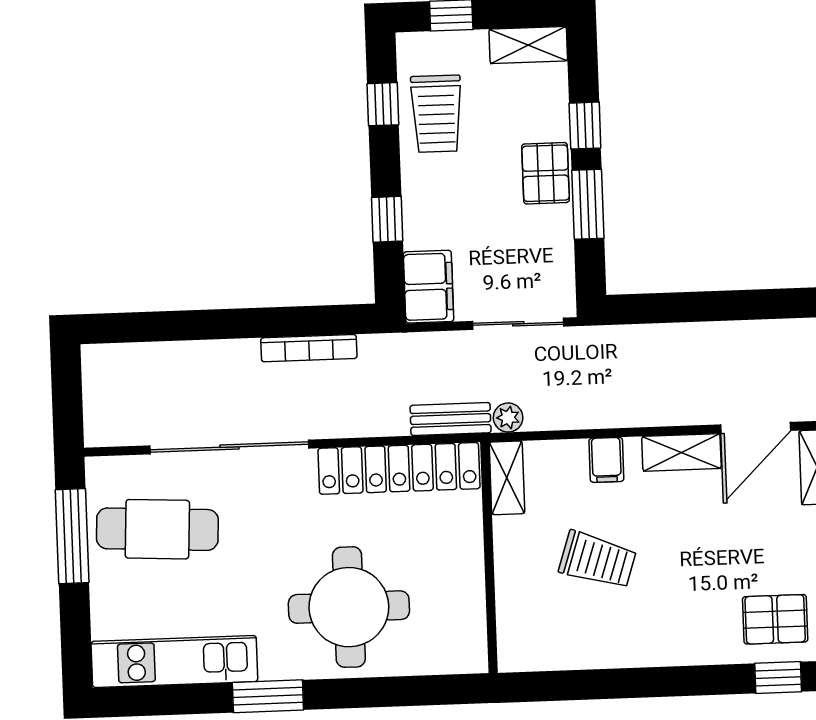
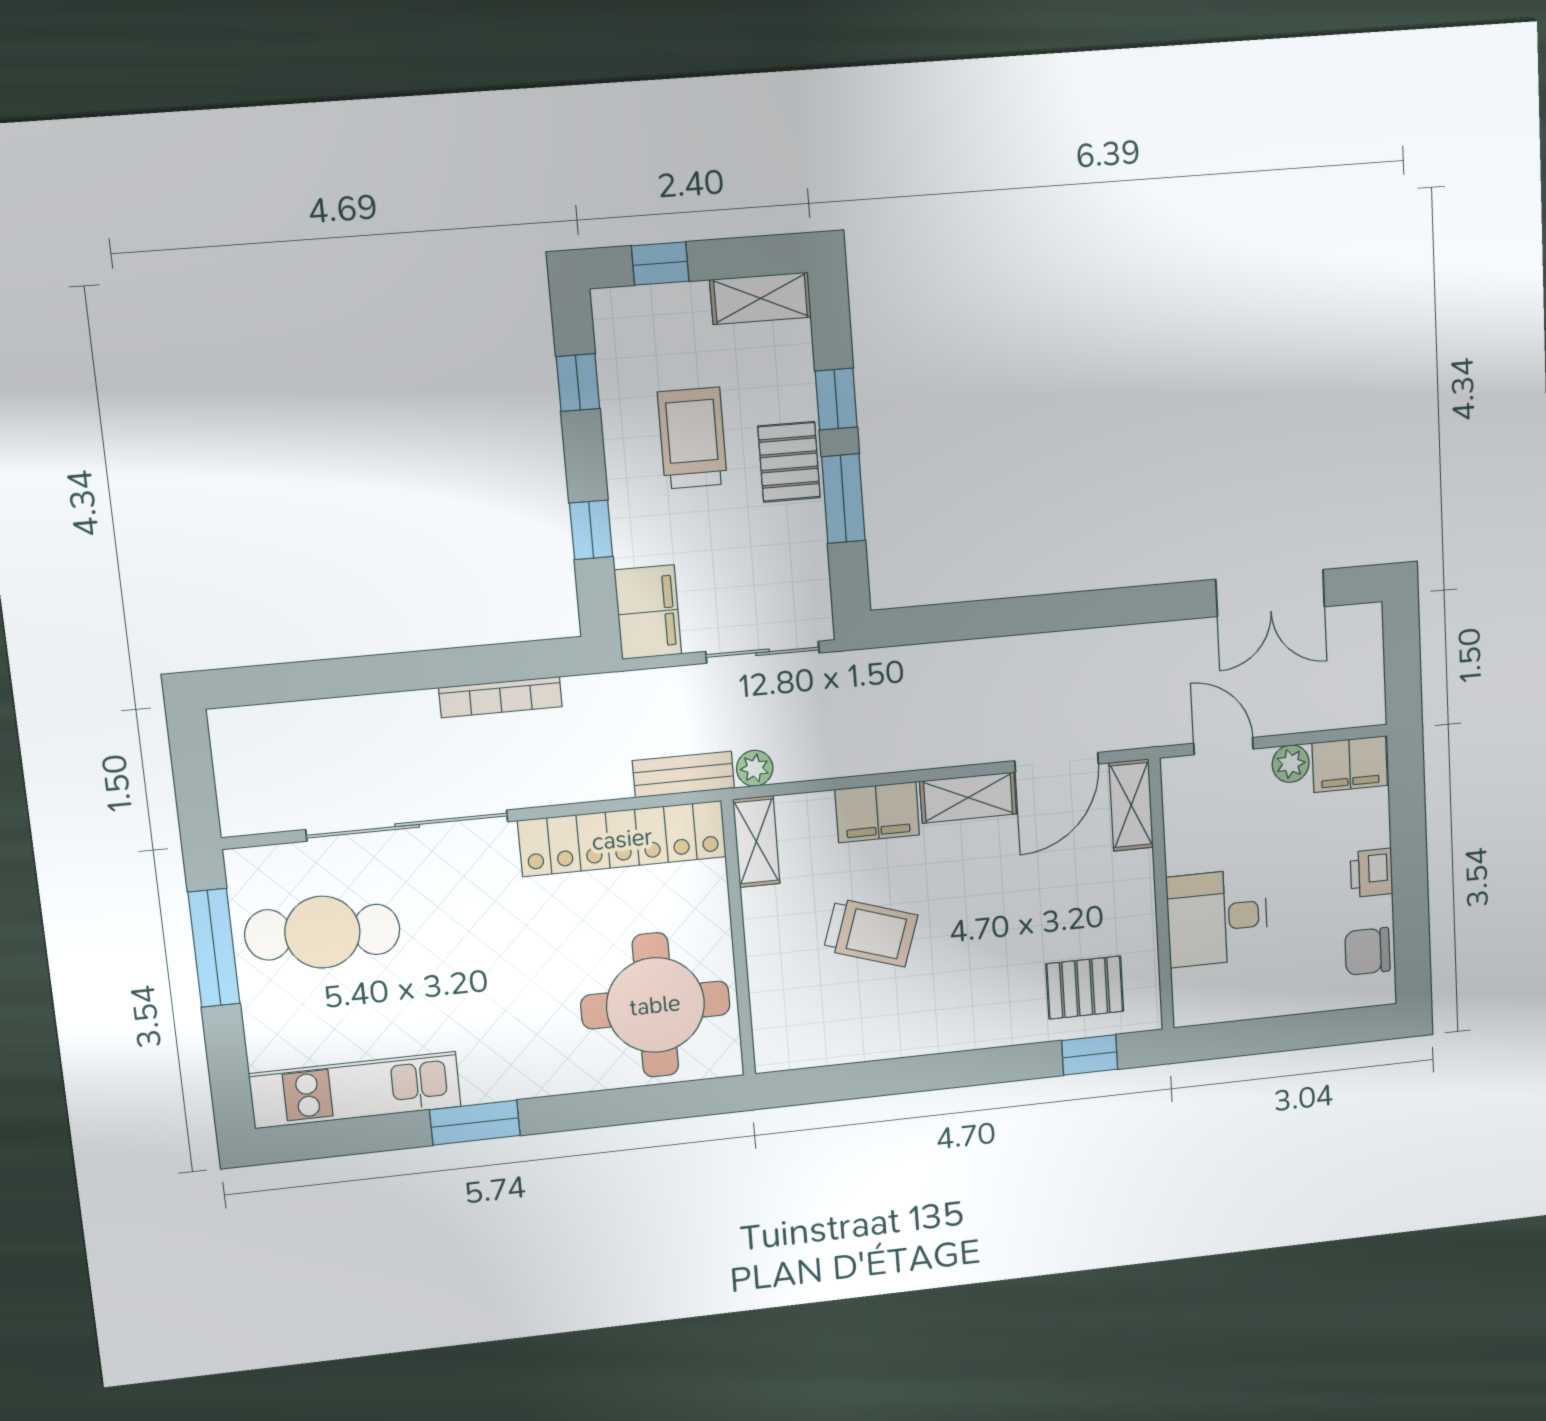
trolley: (437, 114) -> (692, 438), moved, turned 180
filing cabinet: (606, 460) -> (877, 812), width x2.00
round table: (349, 607) -> (655, 1005), moved

